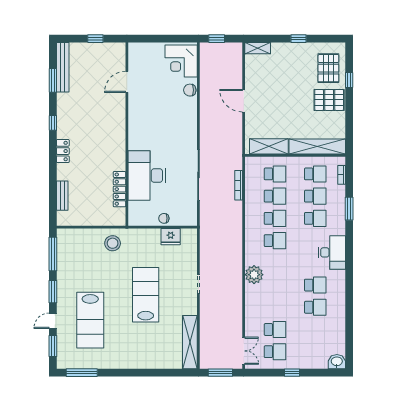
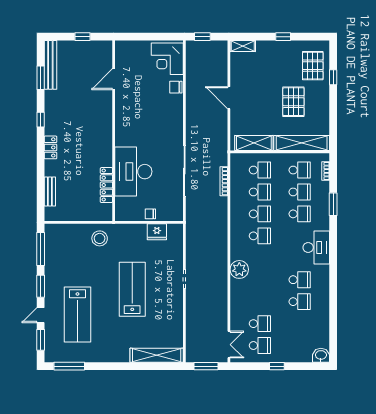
pallet: (329, 100) -> (293, 102), moved, turned 90
shelving: (190, 342) -> (157, 355), moved, turned 90

